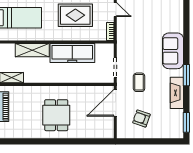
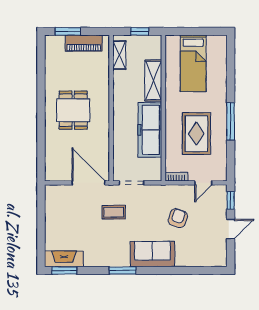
fireplace: (177, 93) -> (64, 259), moved
dining table: (56, 115) -> (73, 110), turned 90
armchair: (141, 118) -> (178, 218), moved

